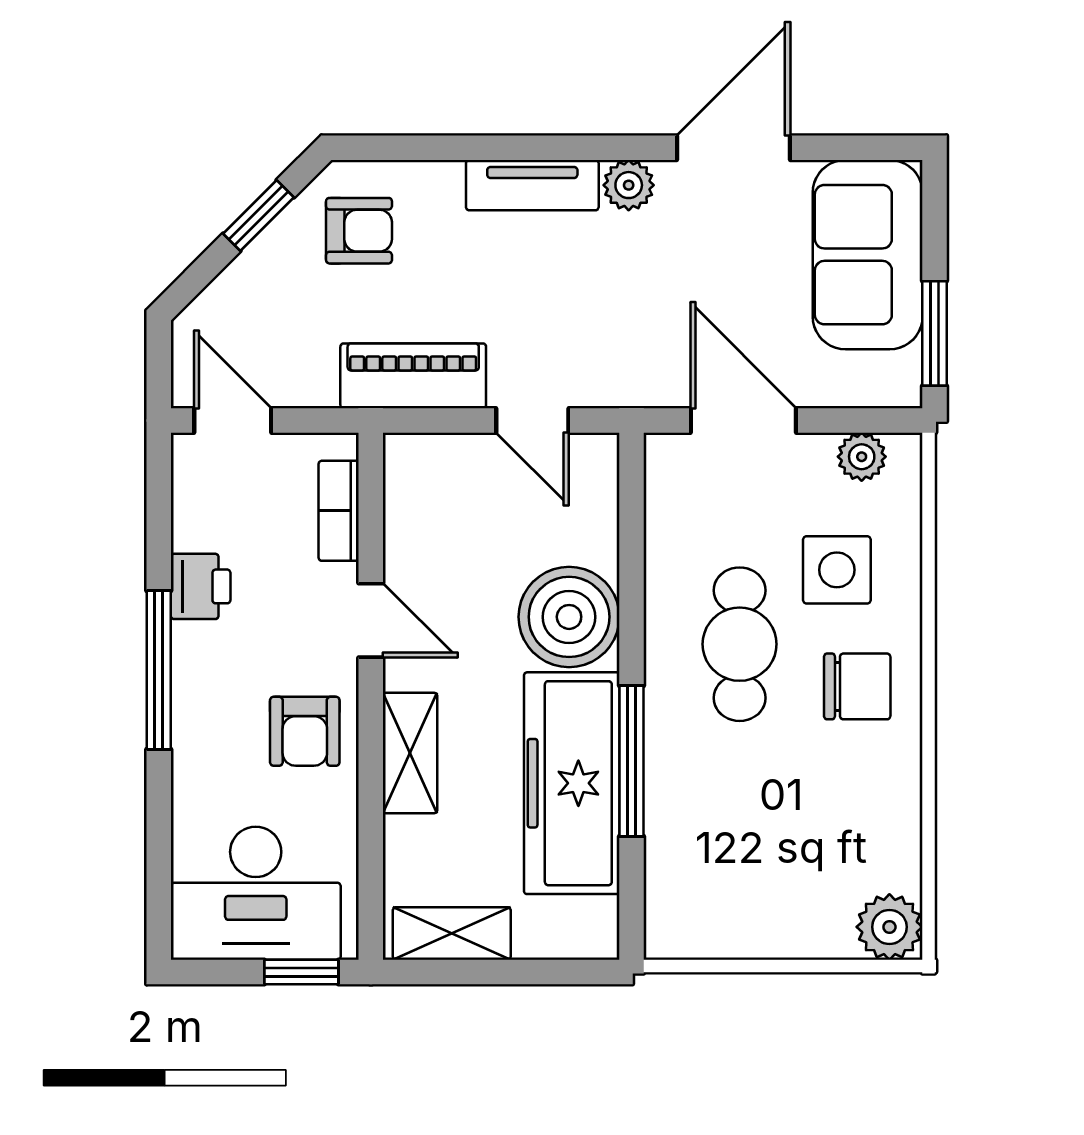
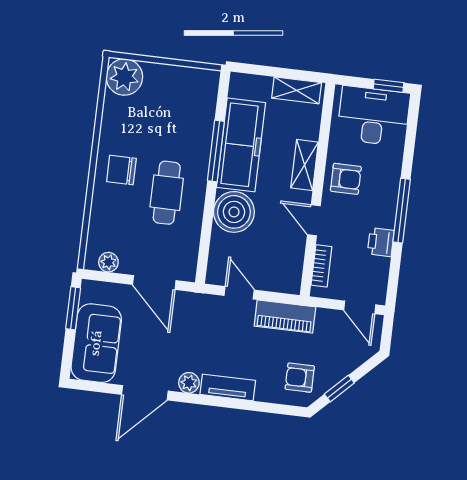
side table: (837, 570) -> (124, 218), removed
armchair: (305, 731) -> (346, 179), turned 90
plant: (889, 927) -> (124, 77), width x1.36, depth x1.36
window: (301, 972) -> (389, 86), moved

